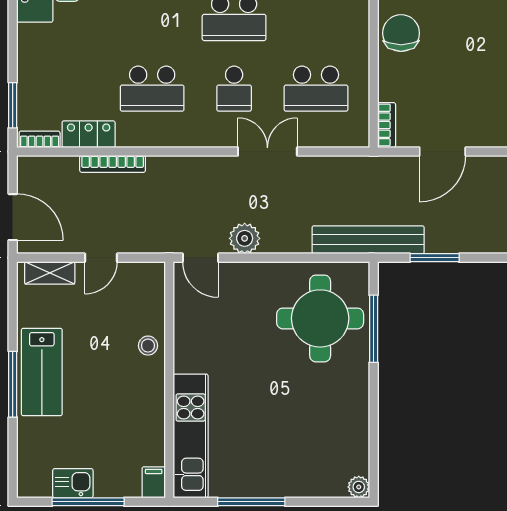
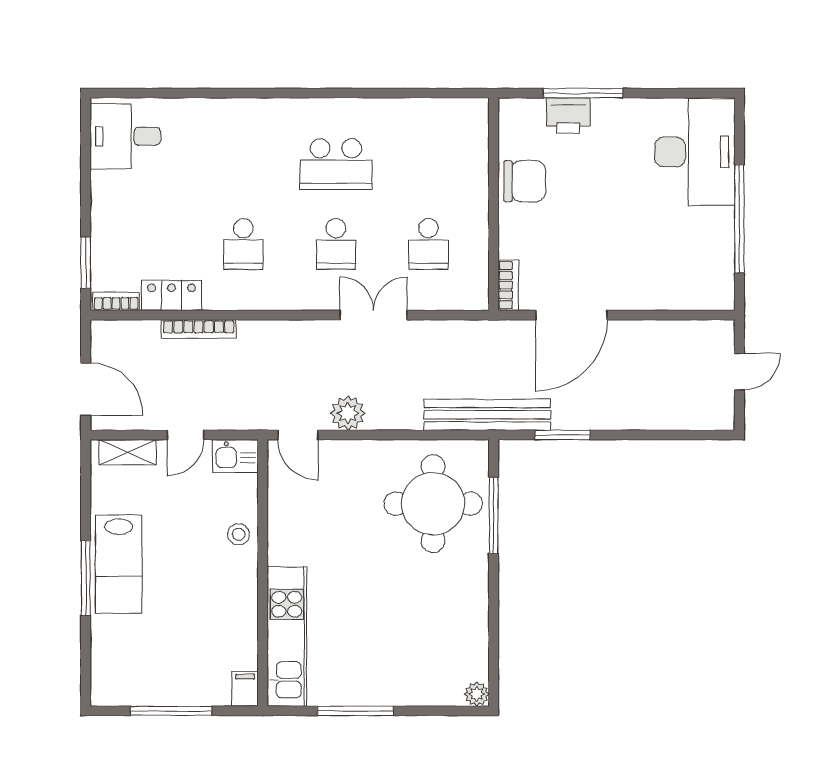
chair: (401, 33) -> (525, 181), turned 90
school desk: (152, 89) -> (243, 244), width x0.54
school desk: (316, 89) -> (428, 244), width x0.54
door: (442, 152) -> (571, 315), width x1.36
kitchen sink: (73, 483) -> (235, 456), moved, turned 180

